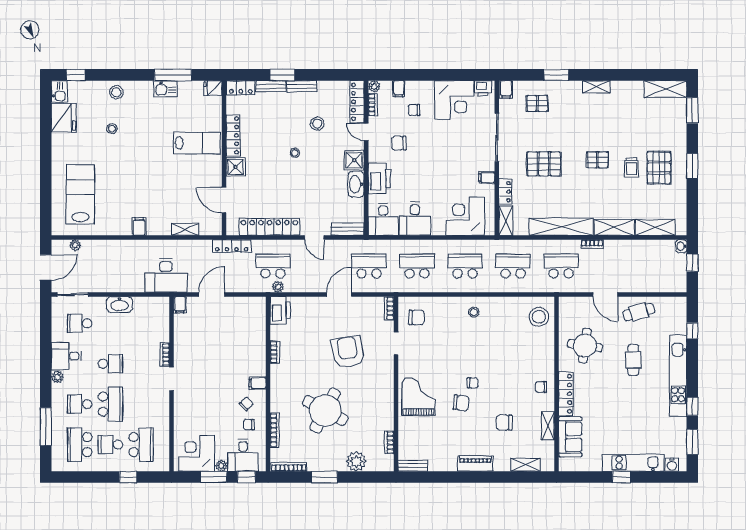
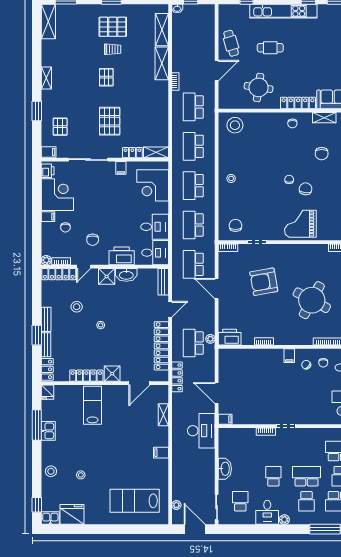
filing cabinet: (399, 89) -> (48, 217), moved
shelving: (561, 227) -> (161, 107), removed
school desk: (80, 323) -> (240, 501), turned 180

